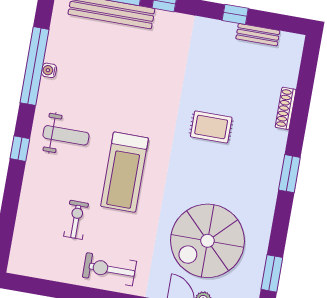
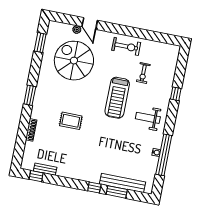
window: (235, 14) -> (36, 176), moved
window: (20, 149) -> (176, 94), moved
treadmill: (124, 172) -> (117, 98), turned 180
spiral stairs: (207, 241) -> (74, 61), turned -90

